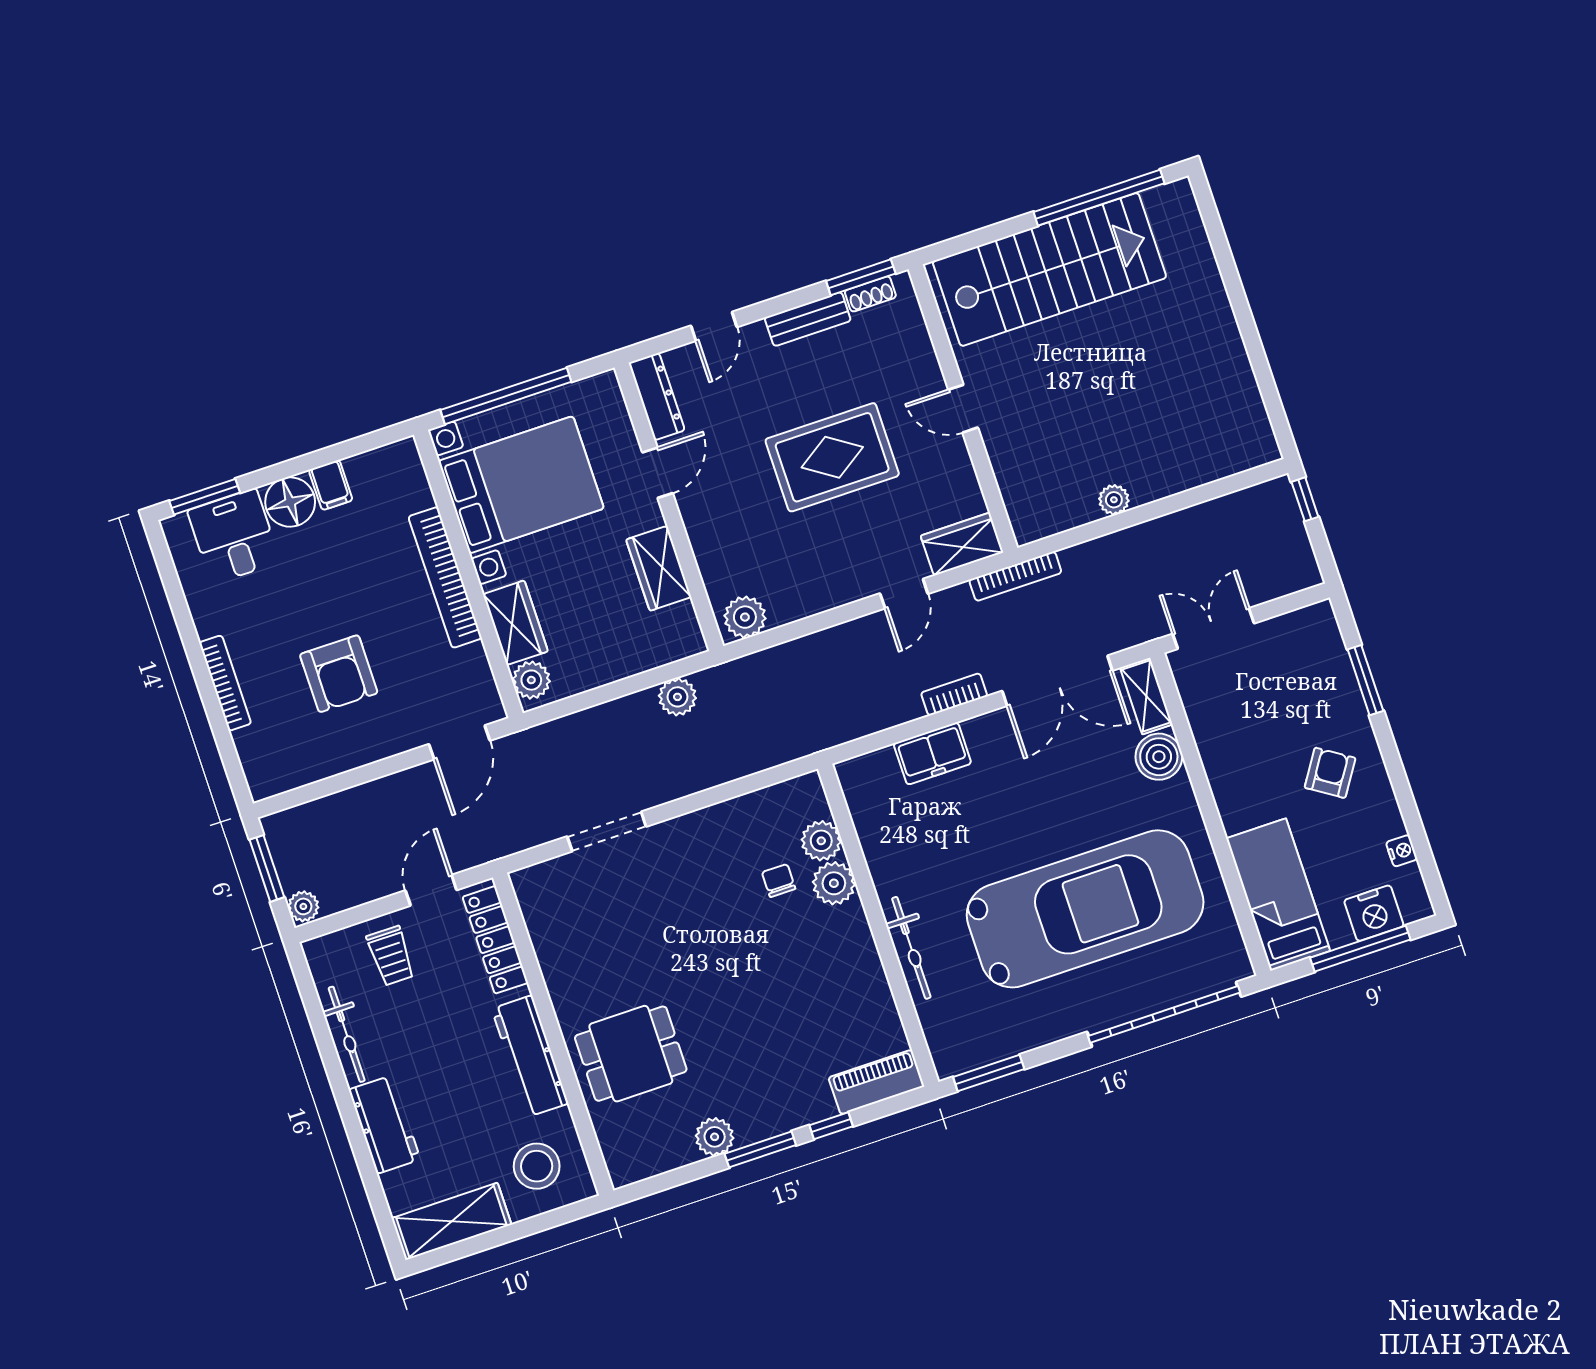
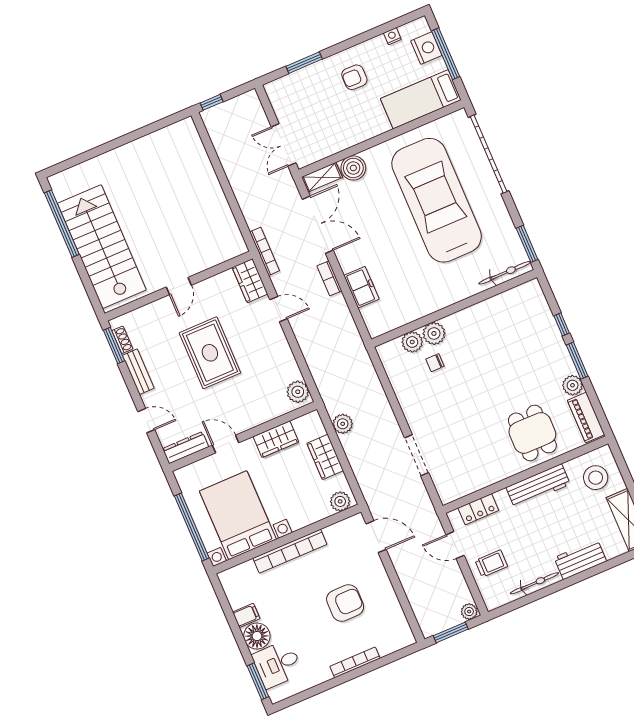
plant: (1114, 500) -> (220, 203), removed
wardrobe: (515, 623) -> (325, 457), moved, turned -90
armchair: (1330, 773) -> (354, 77), turned -32
locker: (495, 940) -> (478, 509), width x0.66
bicycle: (911, 948) -> (505, 273), moved
piano: (876, 1082) -> (586, 418), moved

